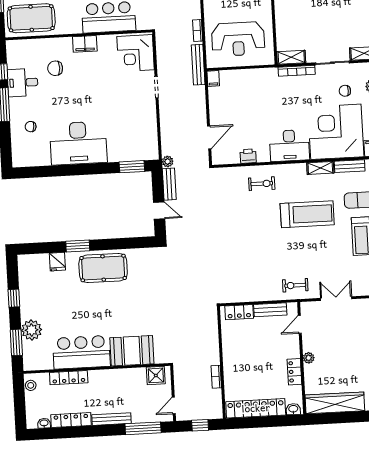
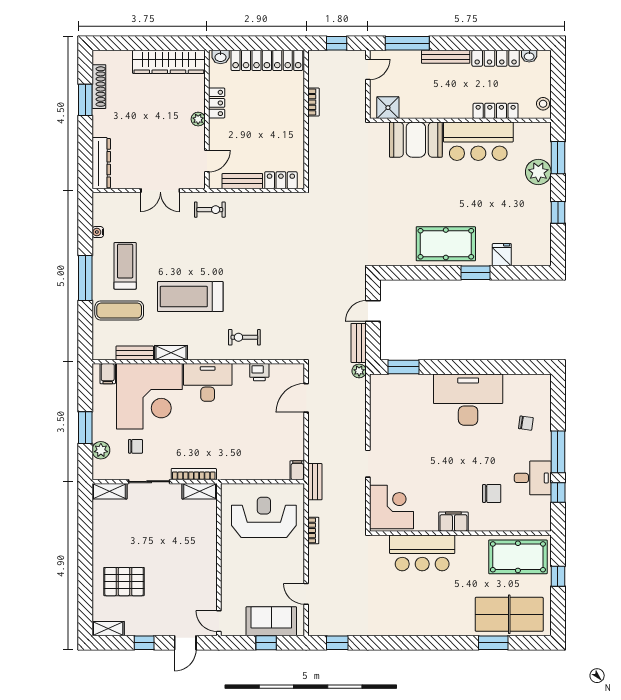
bench: (198, 65) -> (315, 482), width x0.73
door: (159, 211) -> (373, 311), hinge flipped

